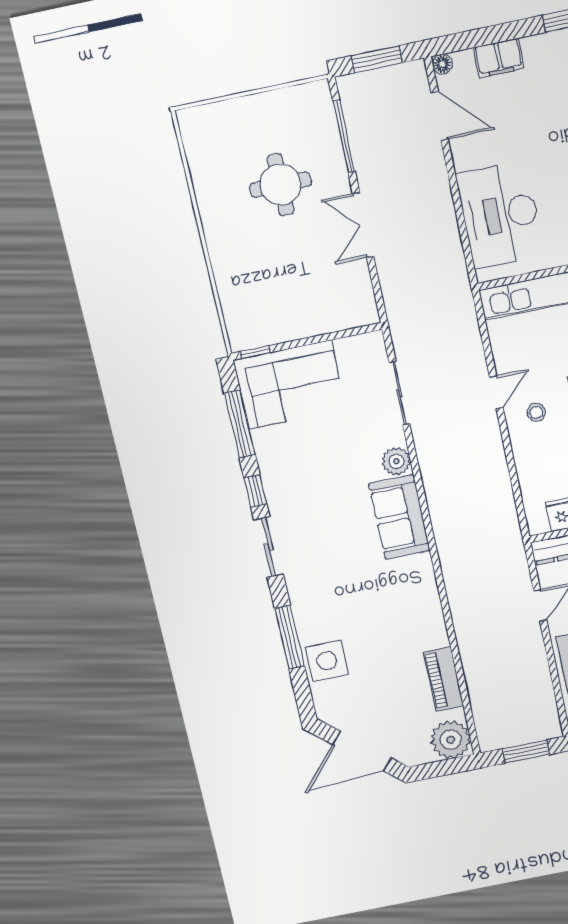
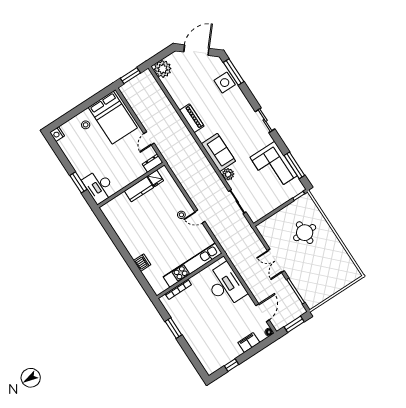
door: (440, 116) -> (263, 313), swing flipped
round table: (281, 185) -> (305, 233), moved
double door: (363, 225) -> (276, 261), swing flipped
corner sofa: (290, 385) -> (274, 166), moved, turned -90
door: (496, 392) -> (200, 217), hinge flipped
window: (255, 491) -> (279, 141), removed
window: (290, 637) -> (234, 72), moved
piano: (444, 679) -> (192, 118), moved

